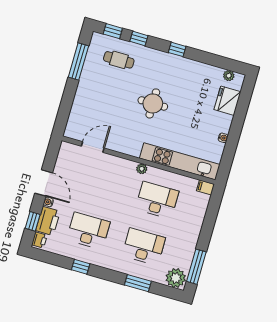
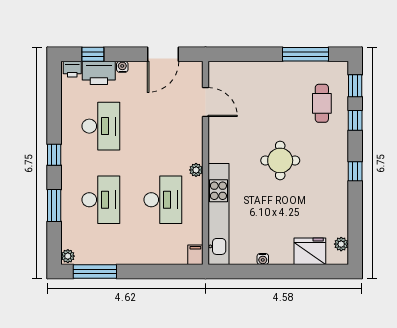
door: (44, 183) -> (163, 54), moved
window: (81, 267) -> (54, 155), moved
plant: (176, 278) -> (68, 256), width x0.53, depth x0.53

